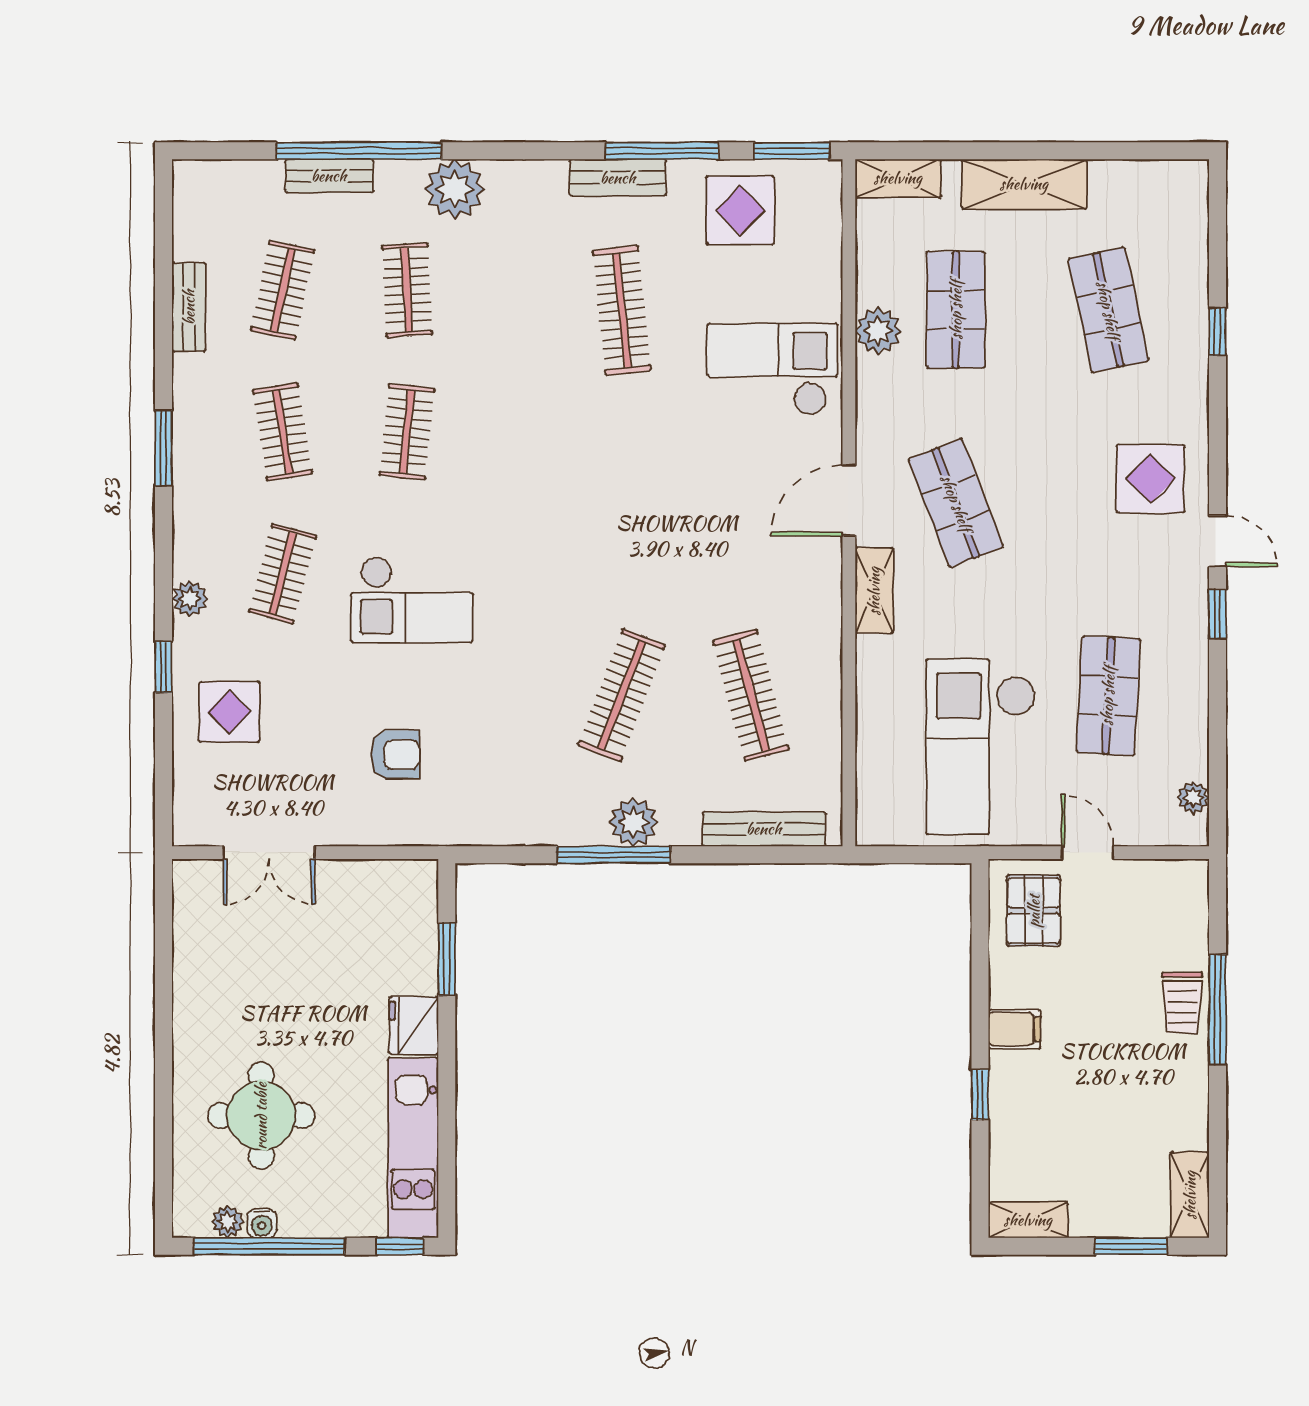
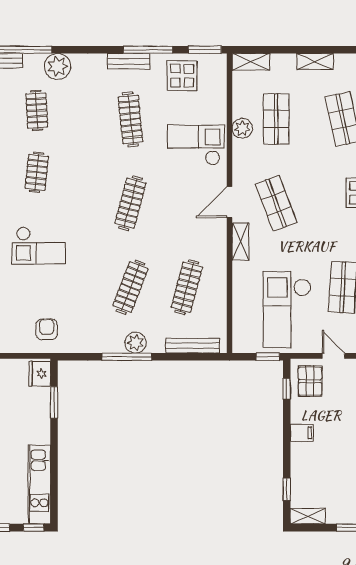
shelving: (1024, 184) -> (315, 62), width x0.67, depth x0.75
clothes rail: (622, 503) -> (130, 203), added
clothes rail: (751, 695) -> (187, 287), turned 30
armchair: (395, 755) -> (47, 329), moved, turned -90
window: (936, 855) -> (268, 357), added
window: (980, 928) -> (287, 389), added
fridge: (414, 1026) -> (40, 374), moved
window: (980, 1095) -> (287, 489), moved

